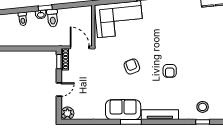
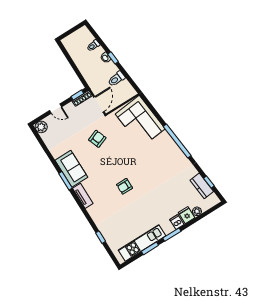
toilet: (53, 18) -> (116, 79), moved
armchair: (132, 66) -> (97, 139), moved
stool: (203, 107) -> (112, 230), removed
tv unit: (160, 115) -> (83, 196), width x0.71

